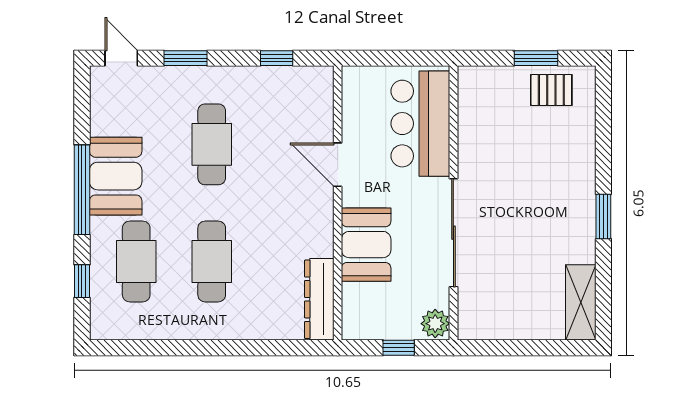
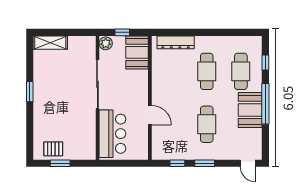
window: (185, 58) -> (205, 163), moved
booth: (366, 245) -> (137, 52), moved
dresser: (319, 299) -> (176, 42), moved, turned 90
shelving: (581, 302) -> (50, 43), moved, turned 90

